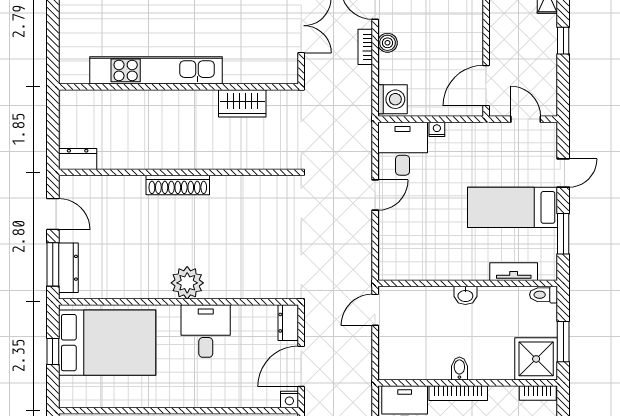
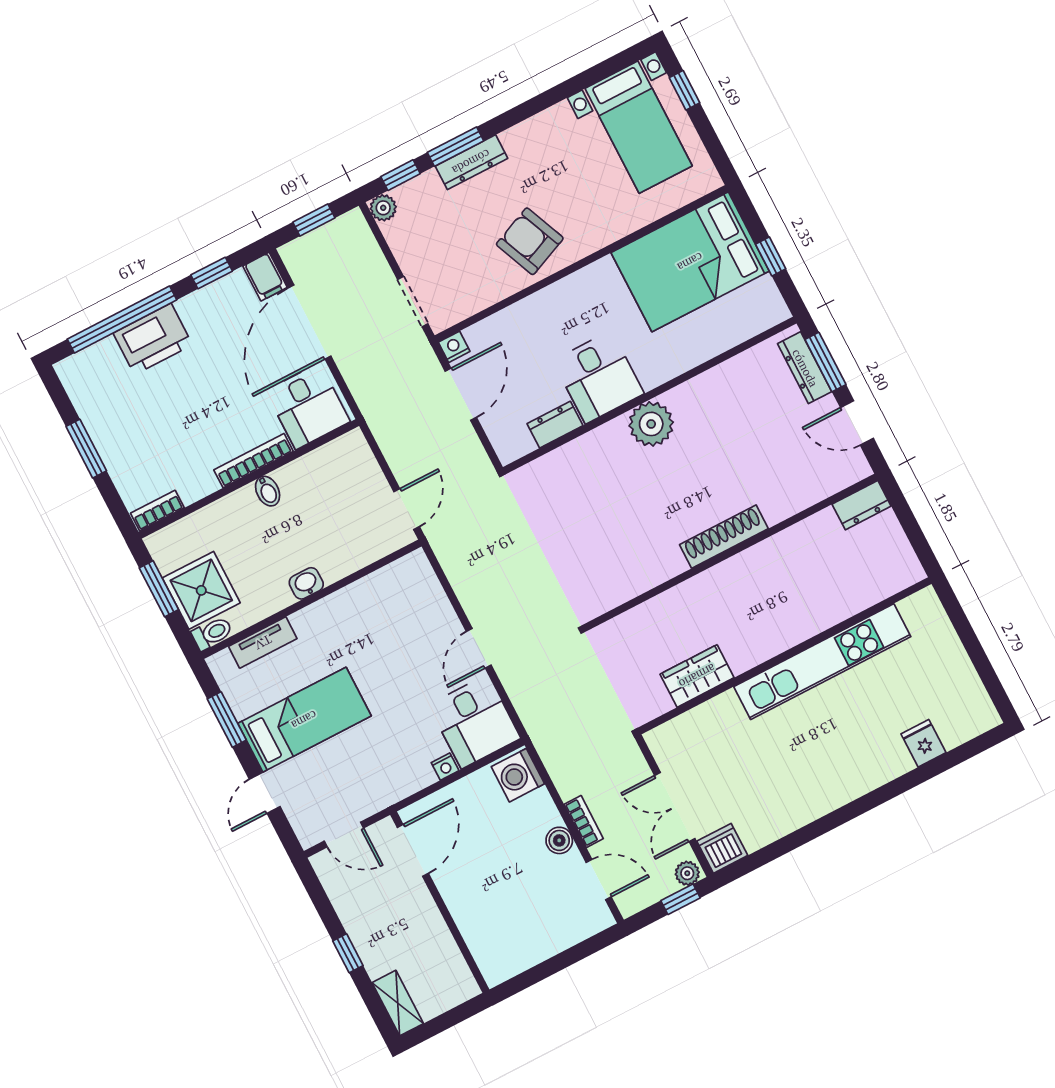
dresser: (288, 323) -> (555, 425), moved, turned -90
bed: (107, 343) -> (690, 262), moved
shower: (536, 359) -> (201, 590), moved

